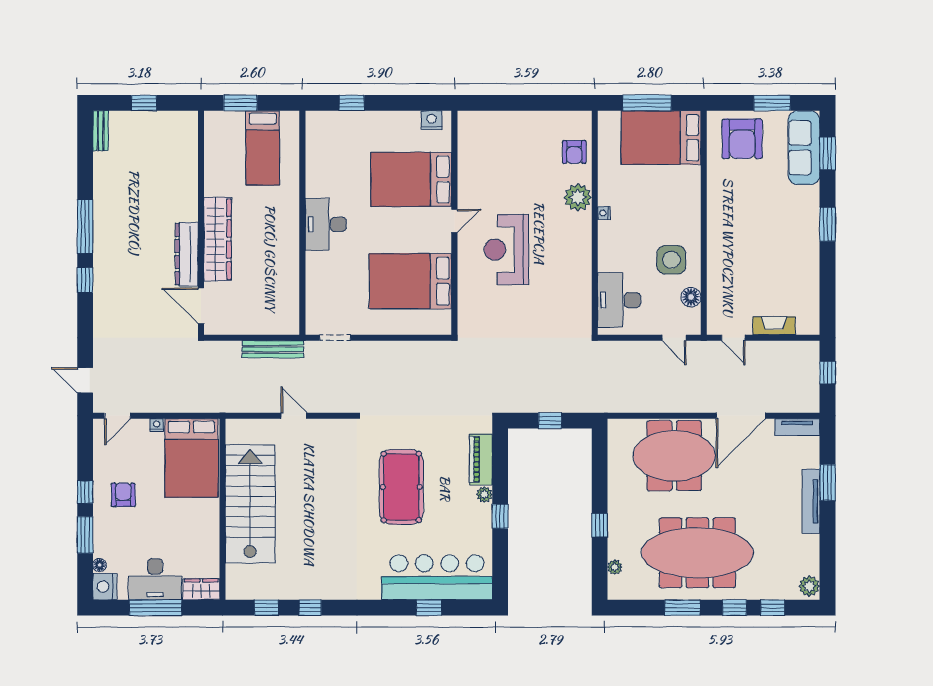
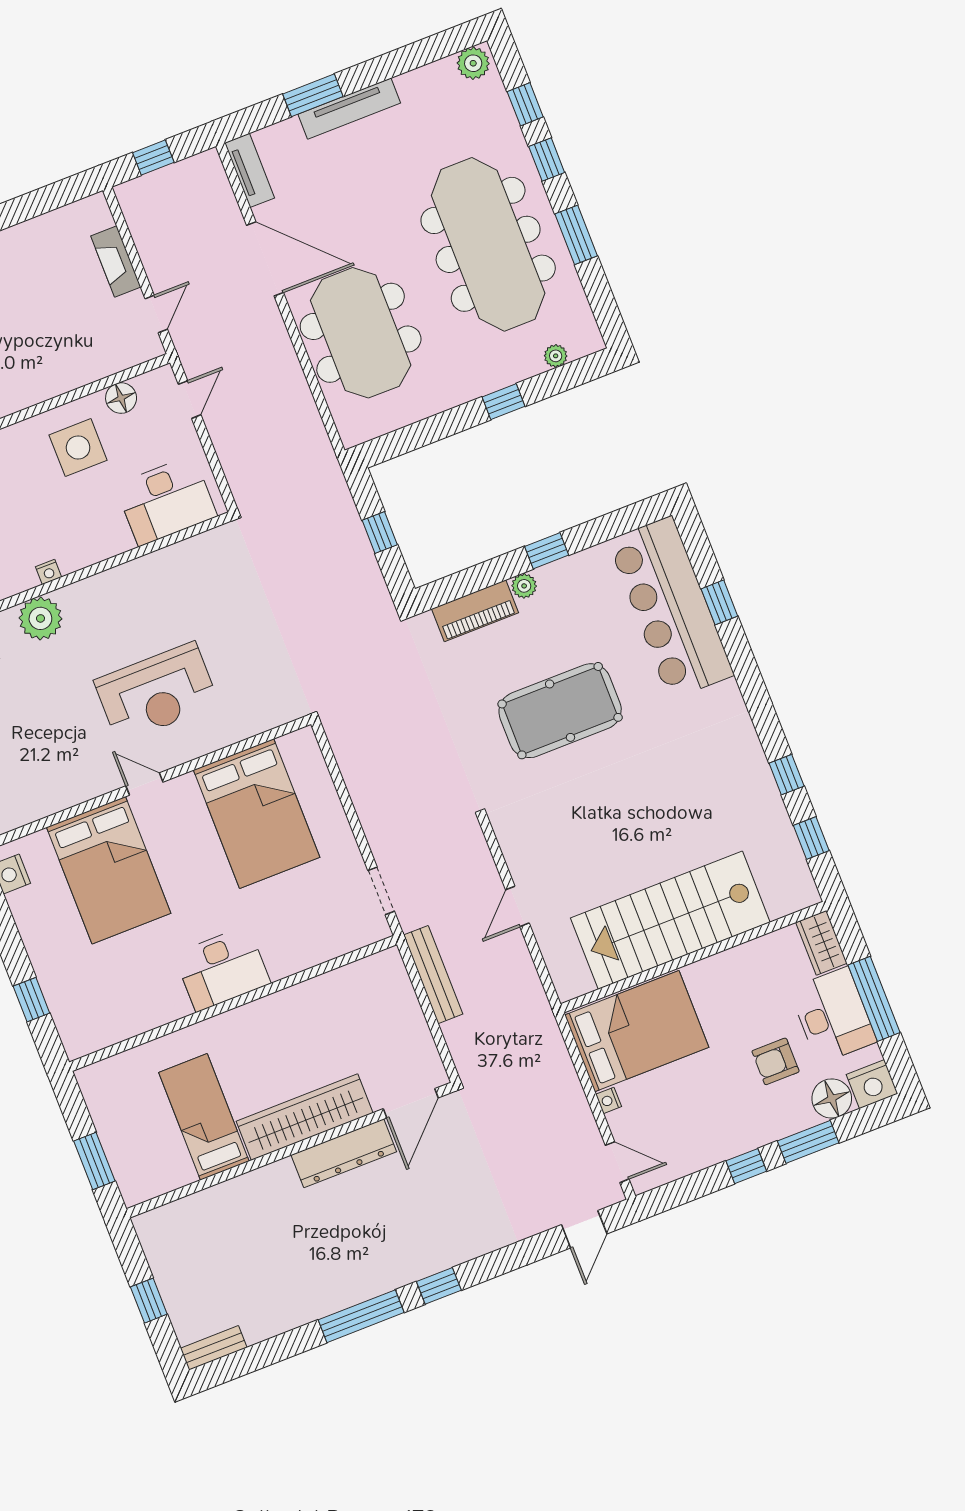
bed: (263, 148) -> (204, 1117), moved, turned -90
armchair: (123, 495) -> (776, 1061), moved
floor lamp: (100, 565) -> (832, 1099), width x1.89, depth x1.89

